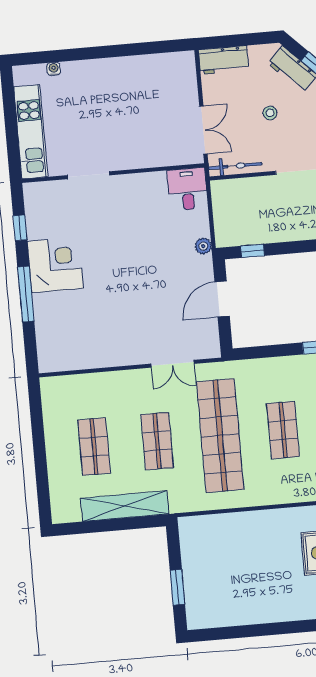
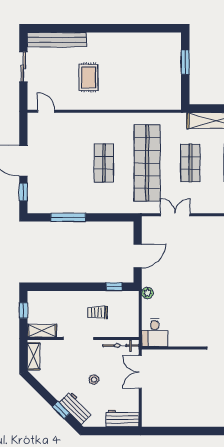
trolley: (273, 211) -> (98, 312), added

